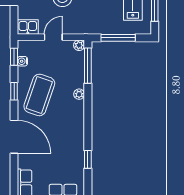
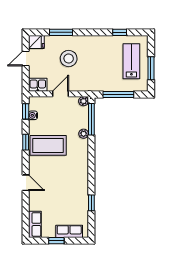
plant: (79, 94) -> (84, 134), moved
coffee table: (39, 95) -> (48, 145), turned 71
door: (14, 137) -> (26, 183), width x0.53

